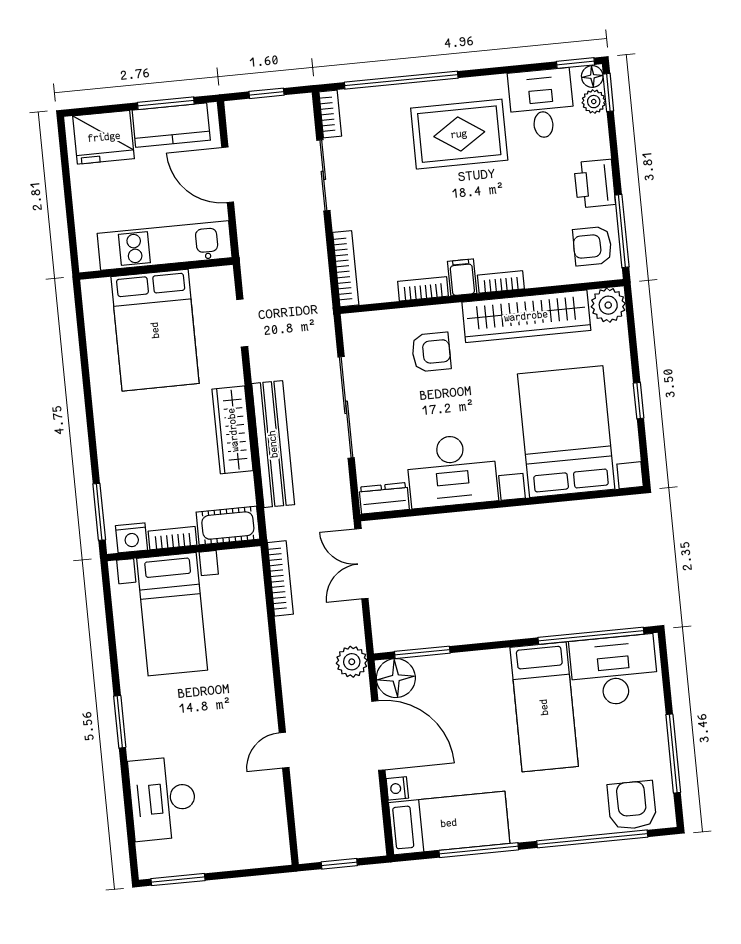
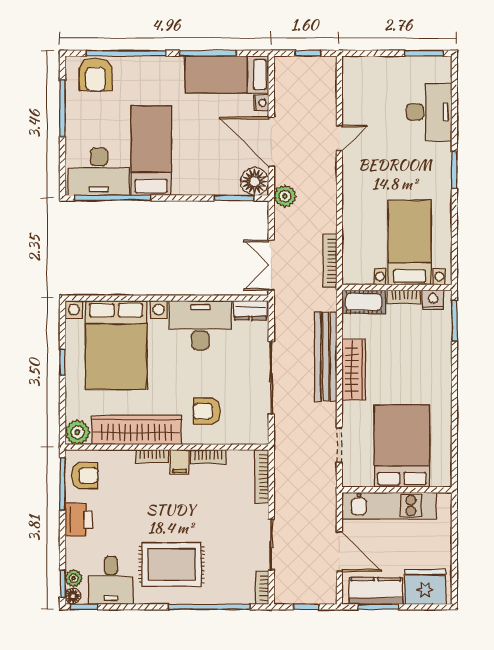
double door: (361, 564) -> (271, 265), swing flipped

